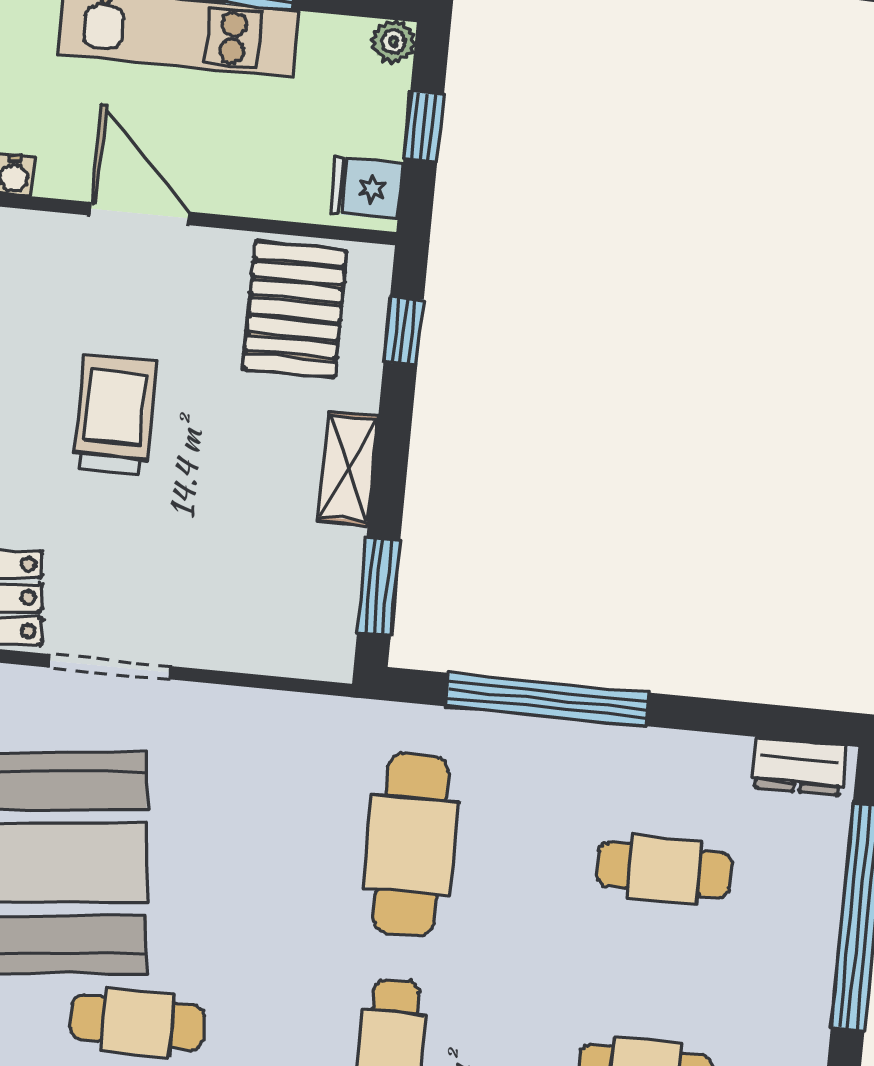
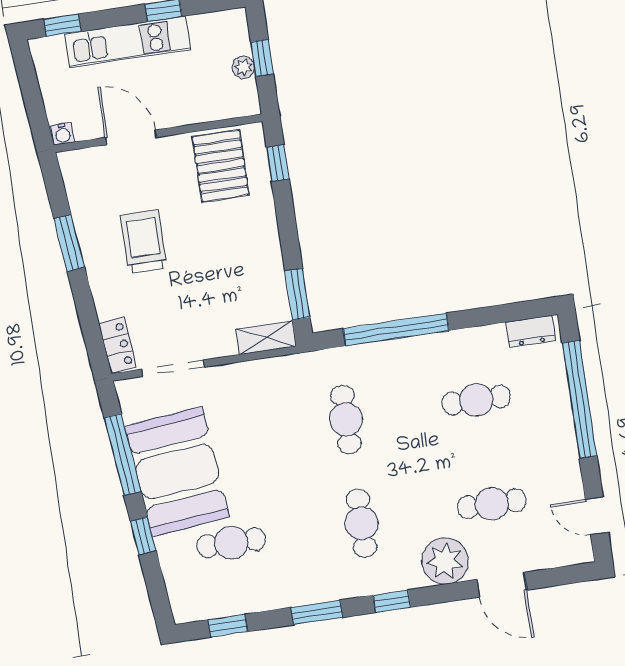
plant: (393, 42) -> (243, 67), moved
fridge: (367, 188) -> (241, 96), removed
shelving: (348, 468) -> (266, 338), moved, turned 90
cafe table: (411, 845) -> (346, 419), width x0.73, depth x0.74

